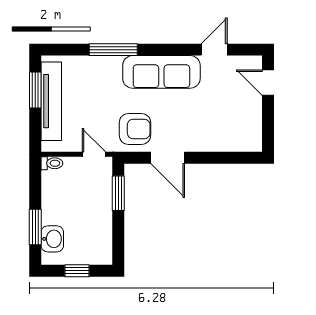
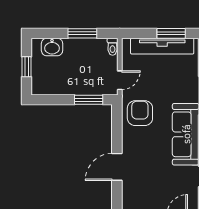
armchair: (135, 129) -> (140, 113), turned 180
door: (168, 158) -> (117, 167), moved
window: (35, 227) -> (82, 33), moved

